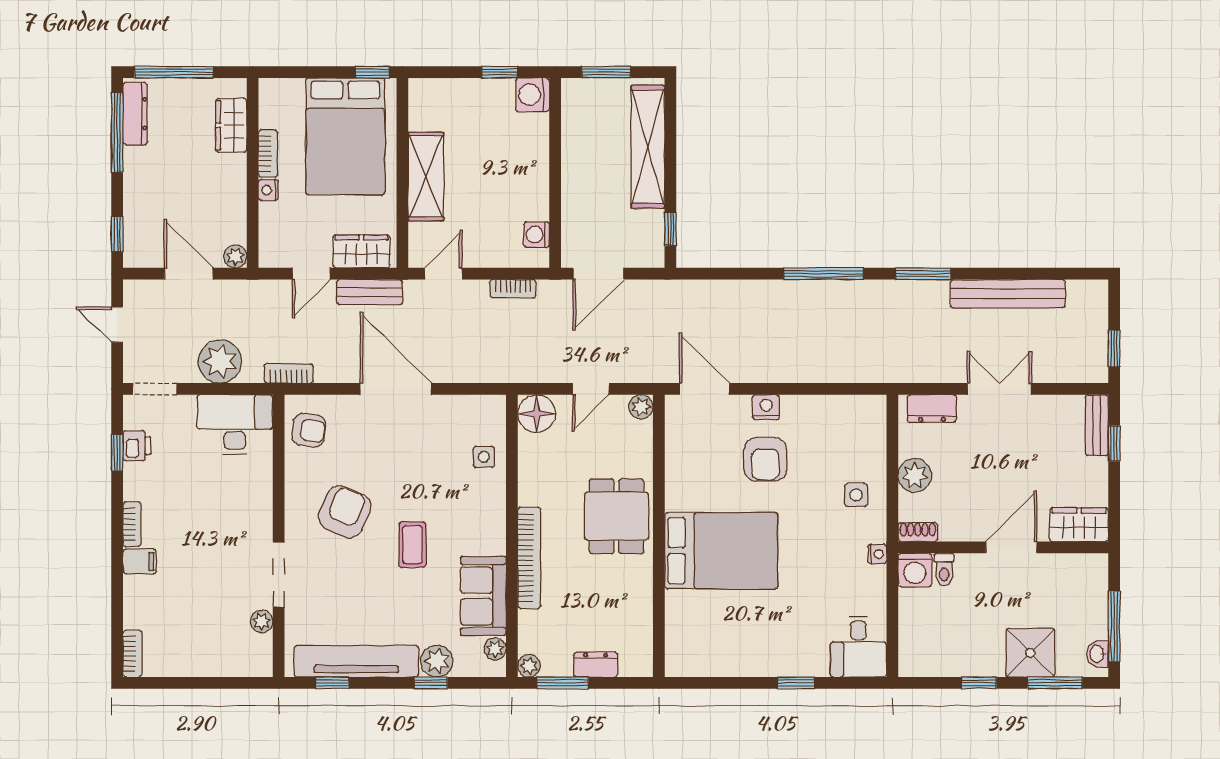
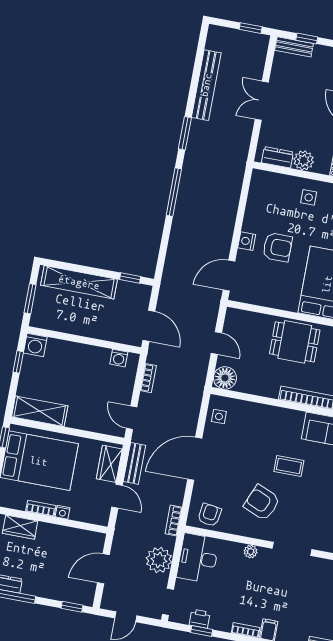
shelving: (426, 177) -> (40, 411), moved
plant: (235, 256) -> (98, 539), removed
plant: (641, 407) -> (233, 315), removed
dresser: (932, 409) -> (277, 157), moved, turned -90
side table: (484, 457) -> (219, 416), moved
plant: (262, 621) -> (251, 552), moved

